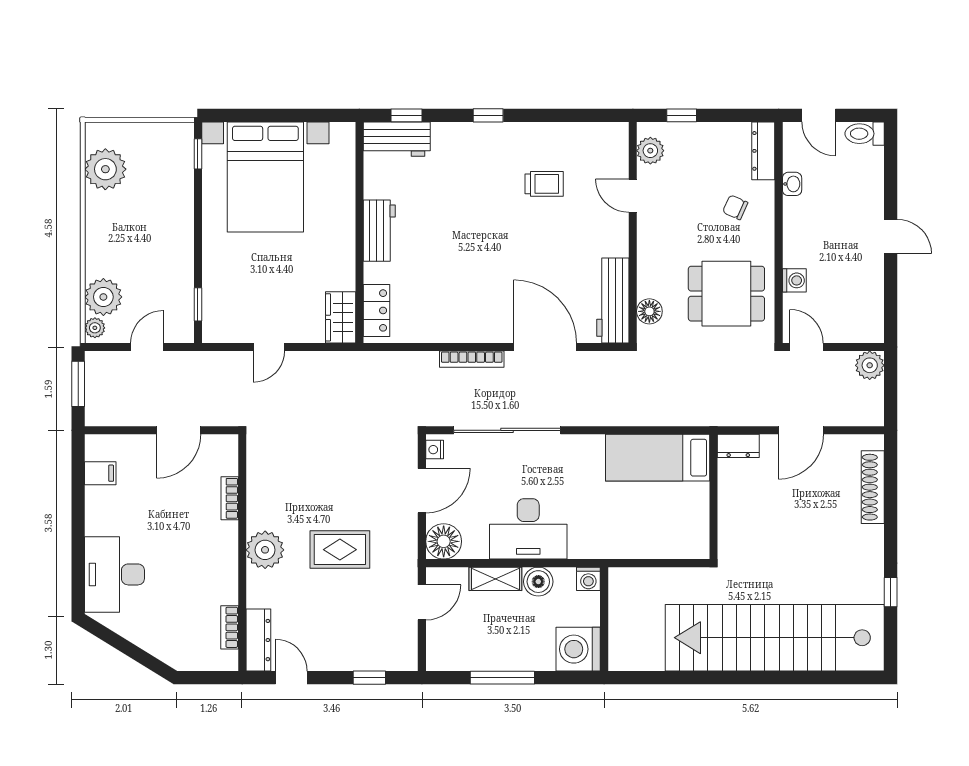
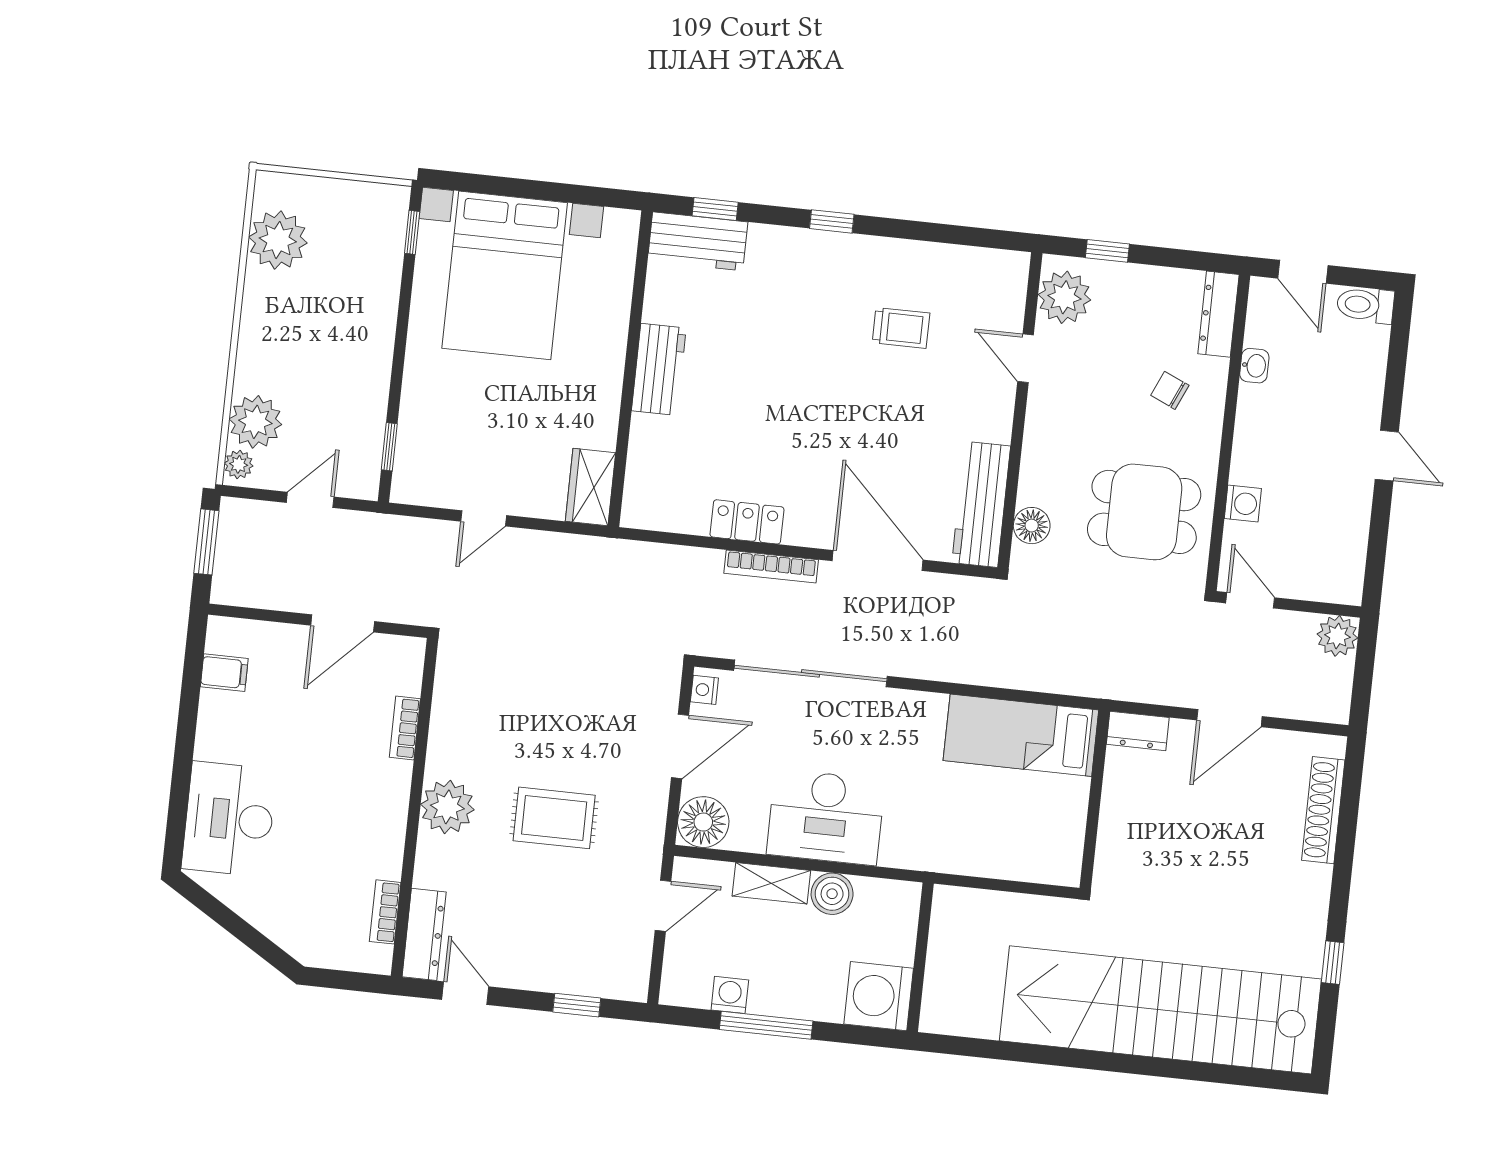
plant: (650, 151) -> (1064, 297), width x1.36, depth x1.36
locker: (376, 310) -> (747, 522), moved, turned -90
washing machine: (588, 579) -> (730, 995), moved, turned 180

